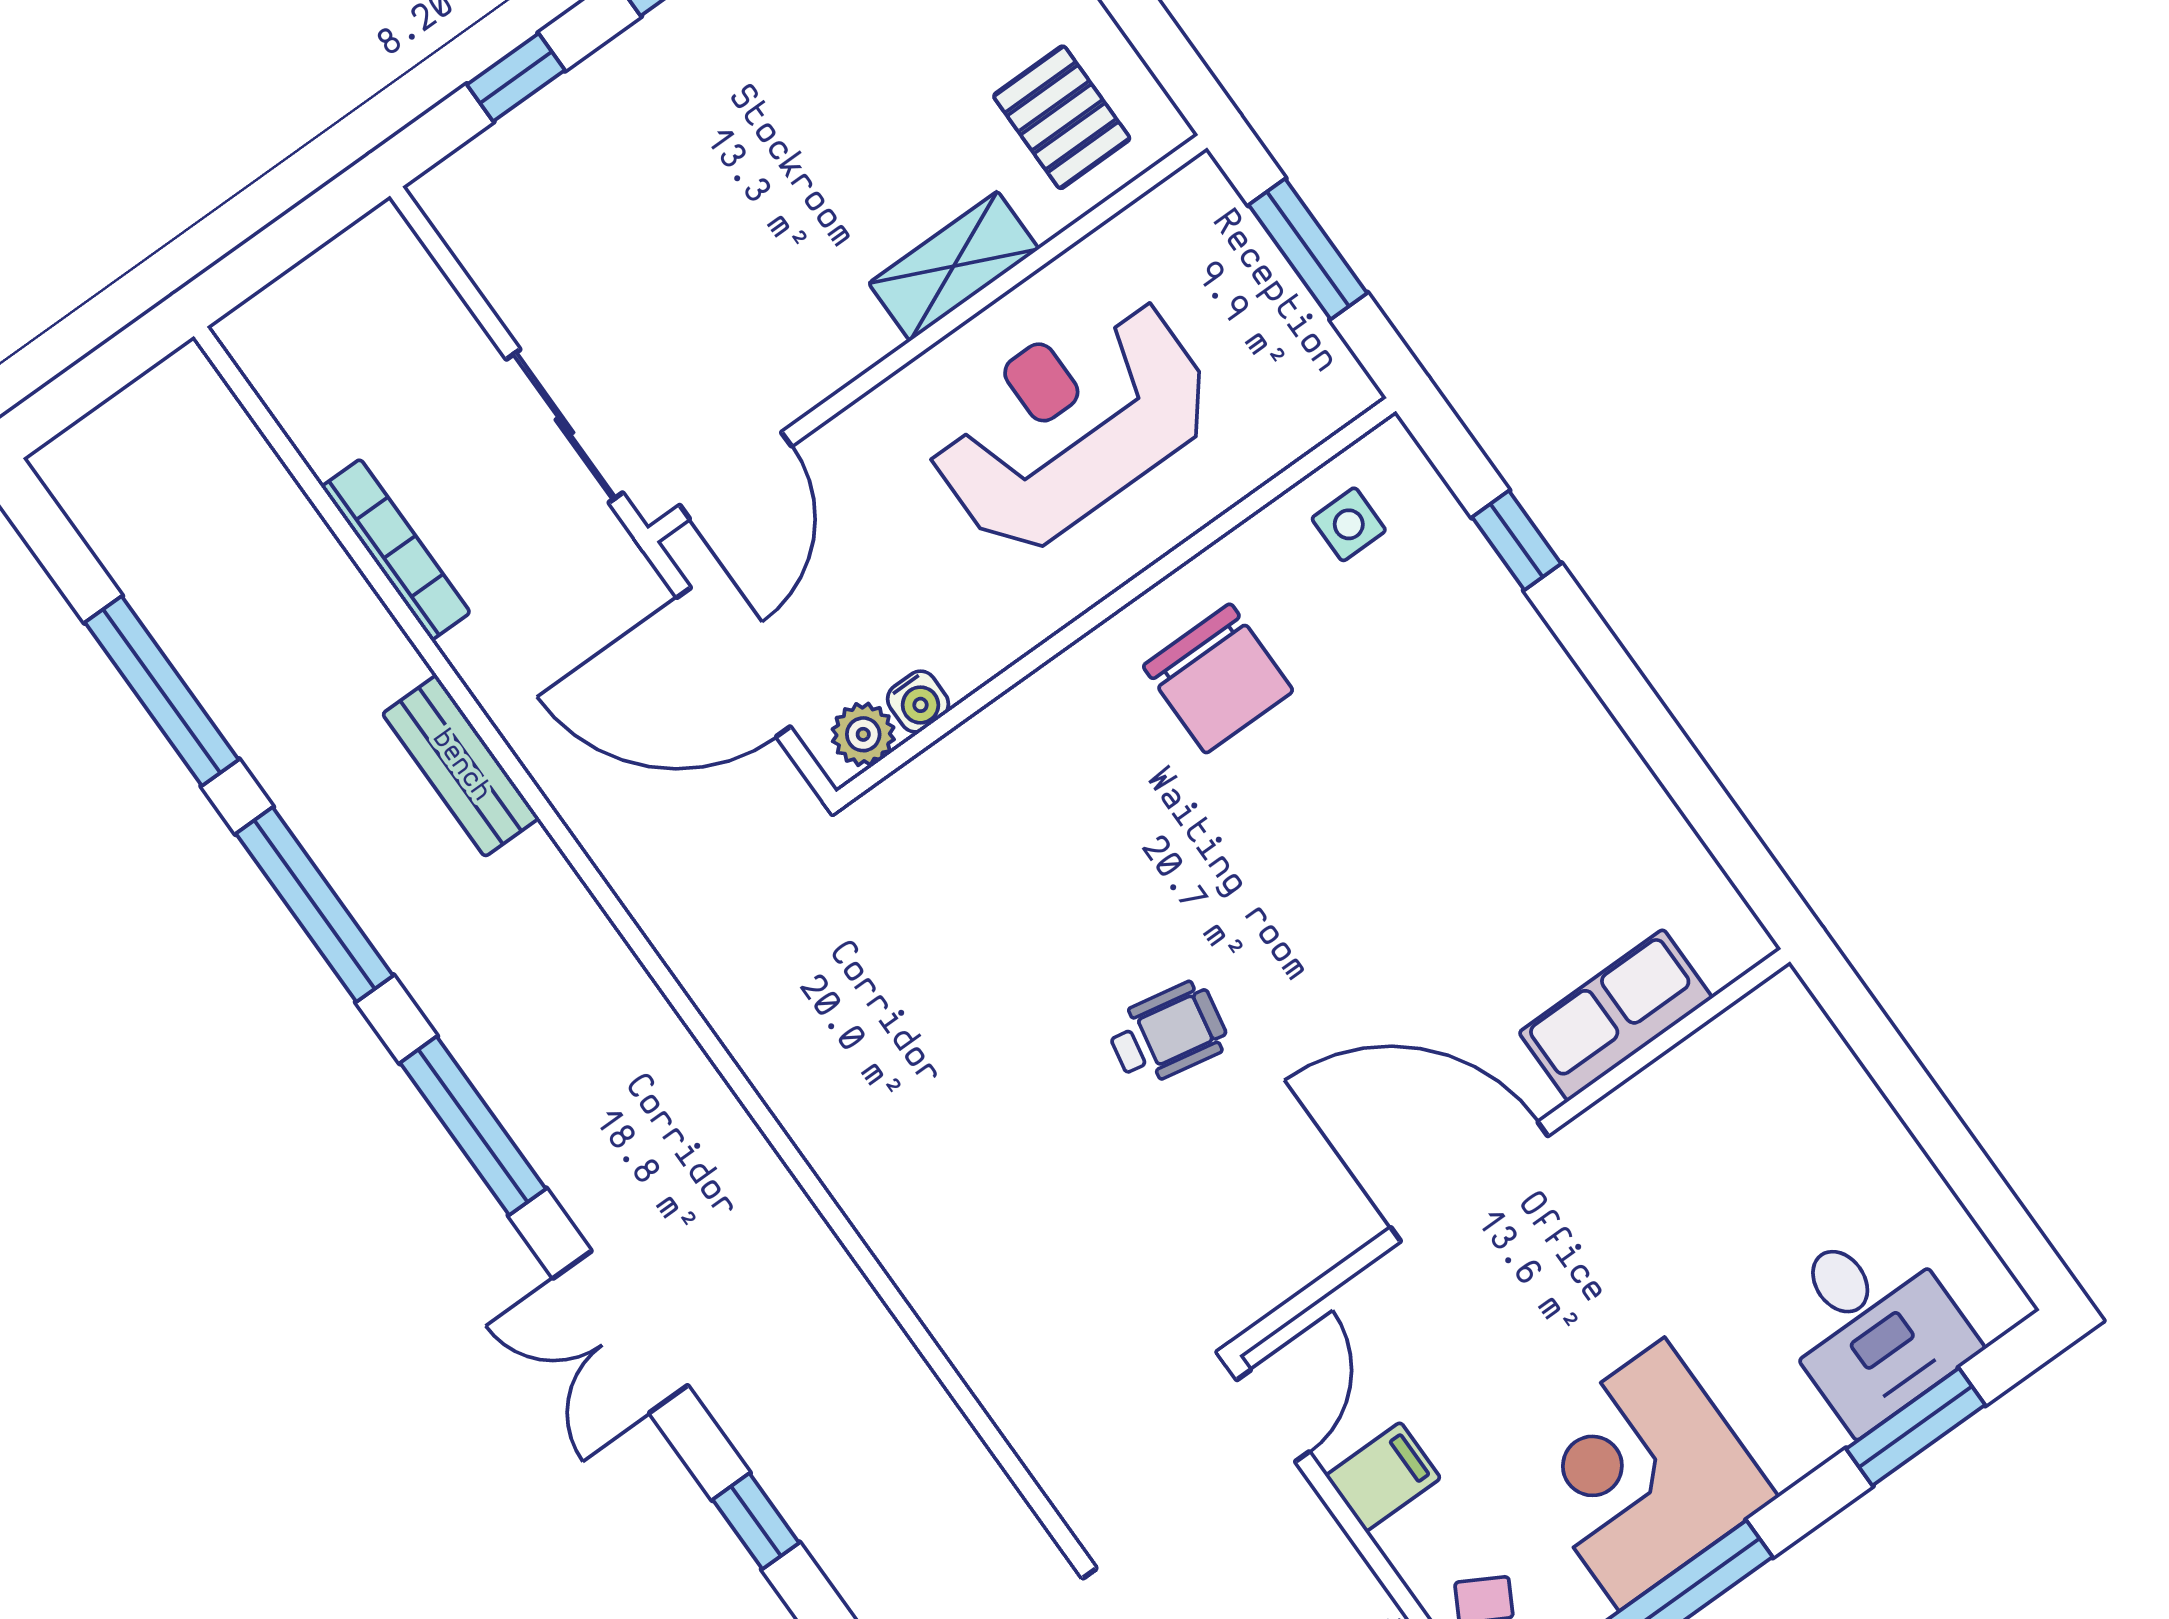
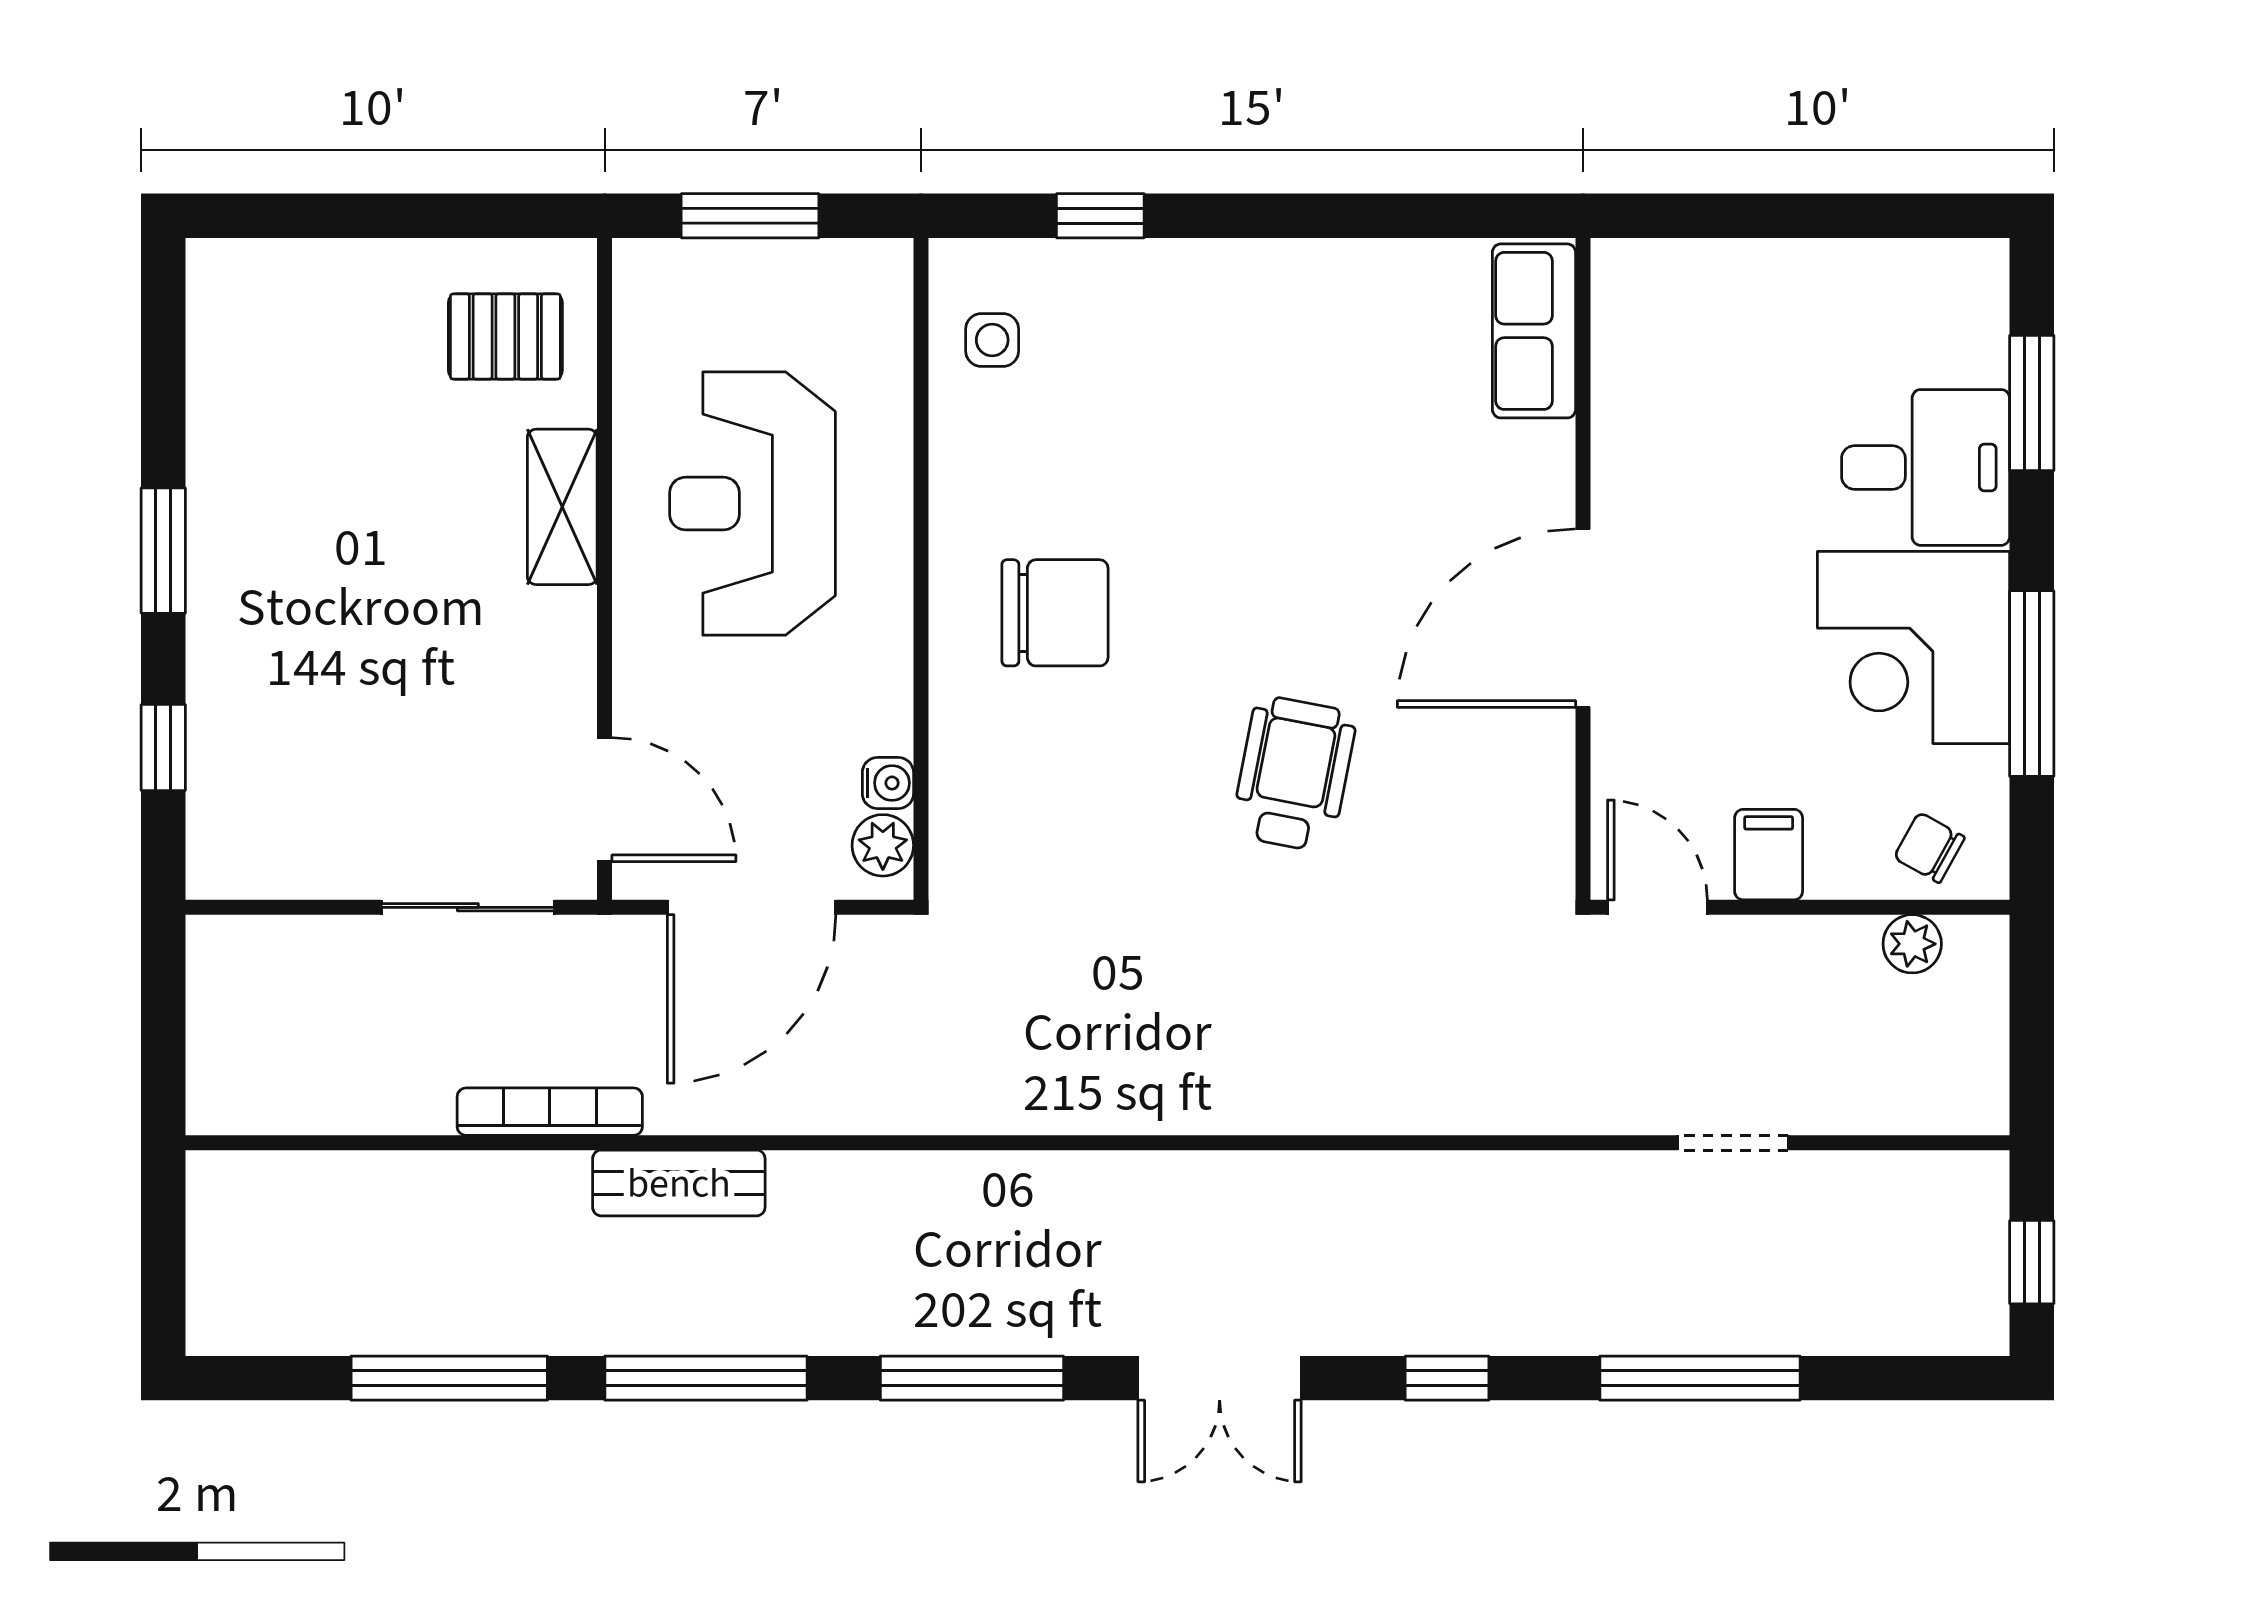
bookcase: (396, 550) -> (550, 1112), moved
chair: (1218, 678) -> (1055, 613), moved
row of seats: (1616, 1015) -> (1534, 331), moved
wheelchair: (1167, 1034) -> (1294, 774), width x1.36, depth x1.37
desk: (1871, 1325) -> (1926, 467), moved

